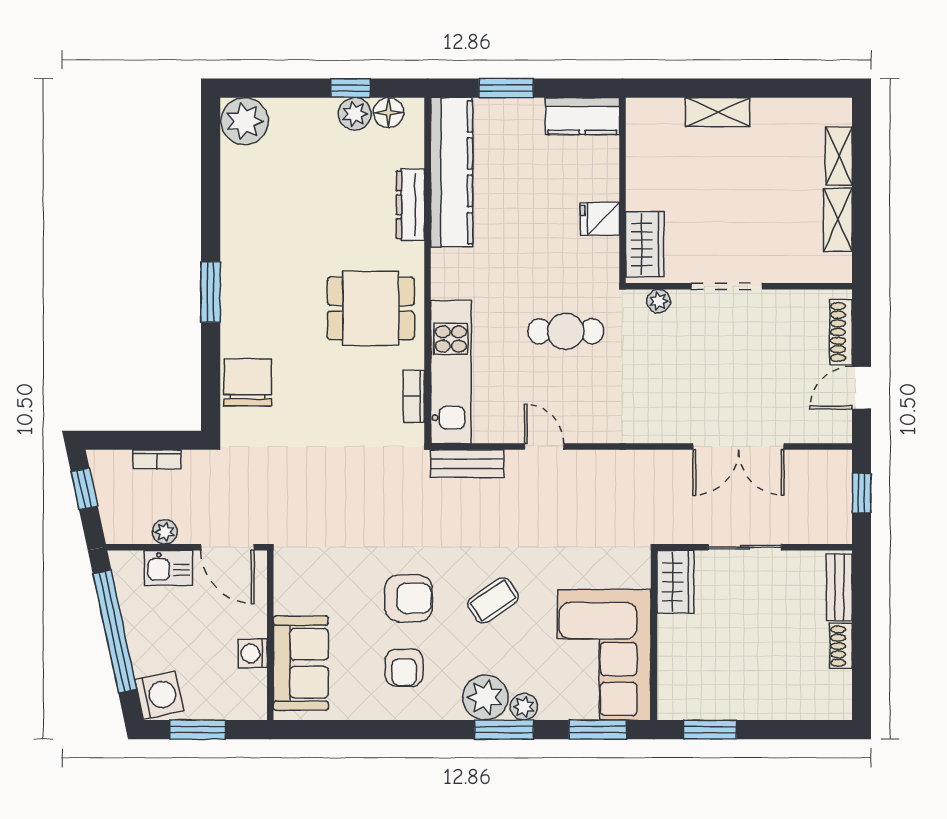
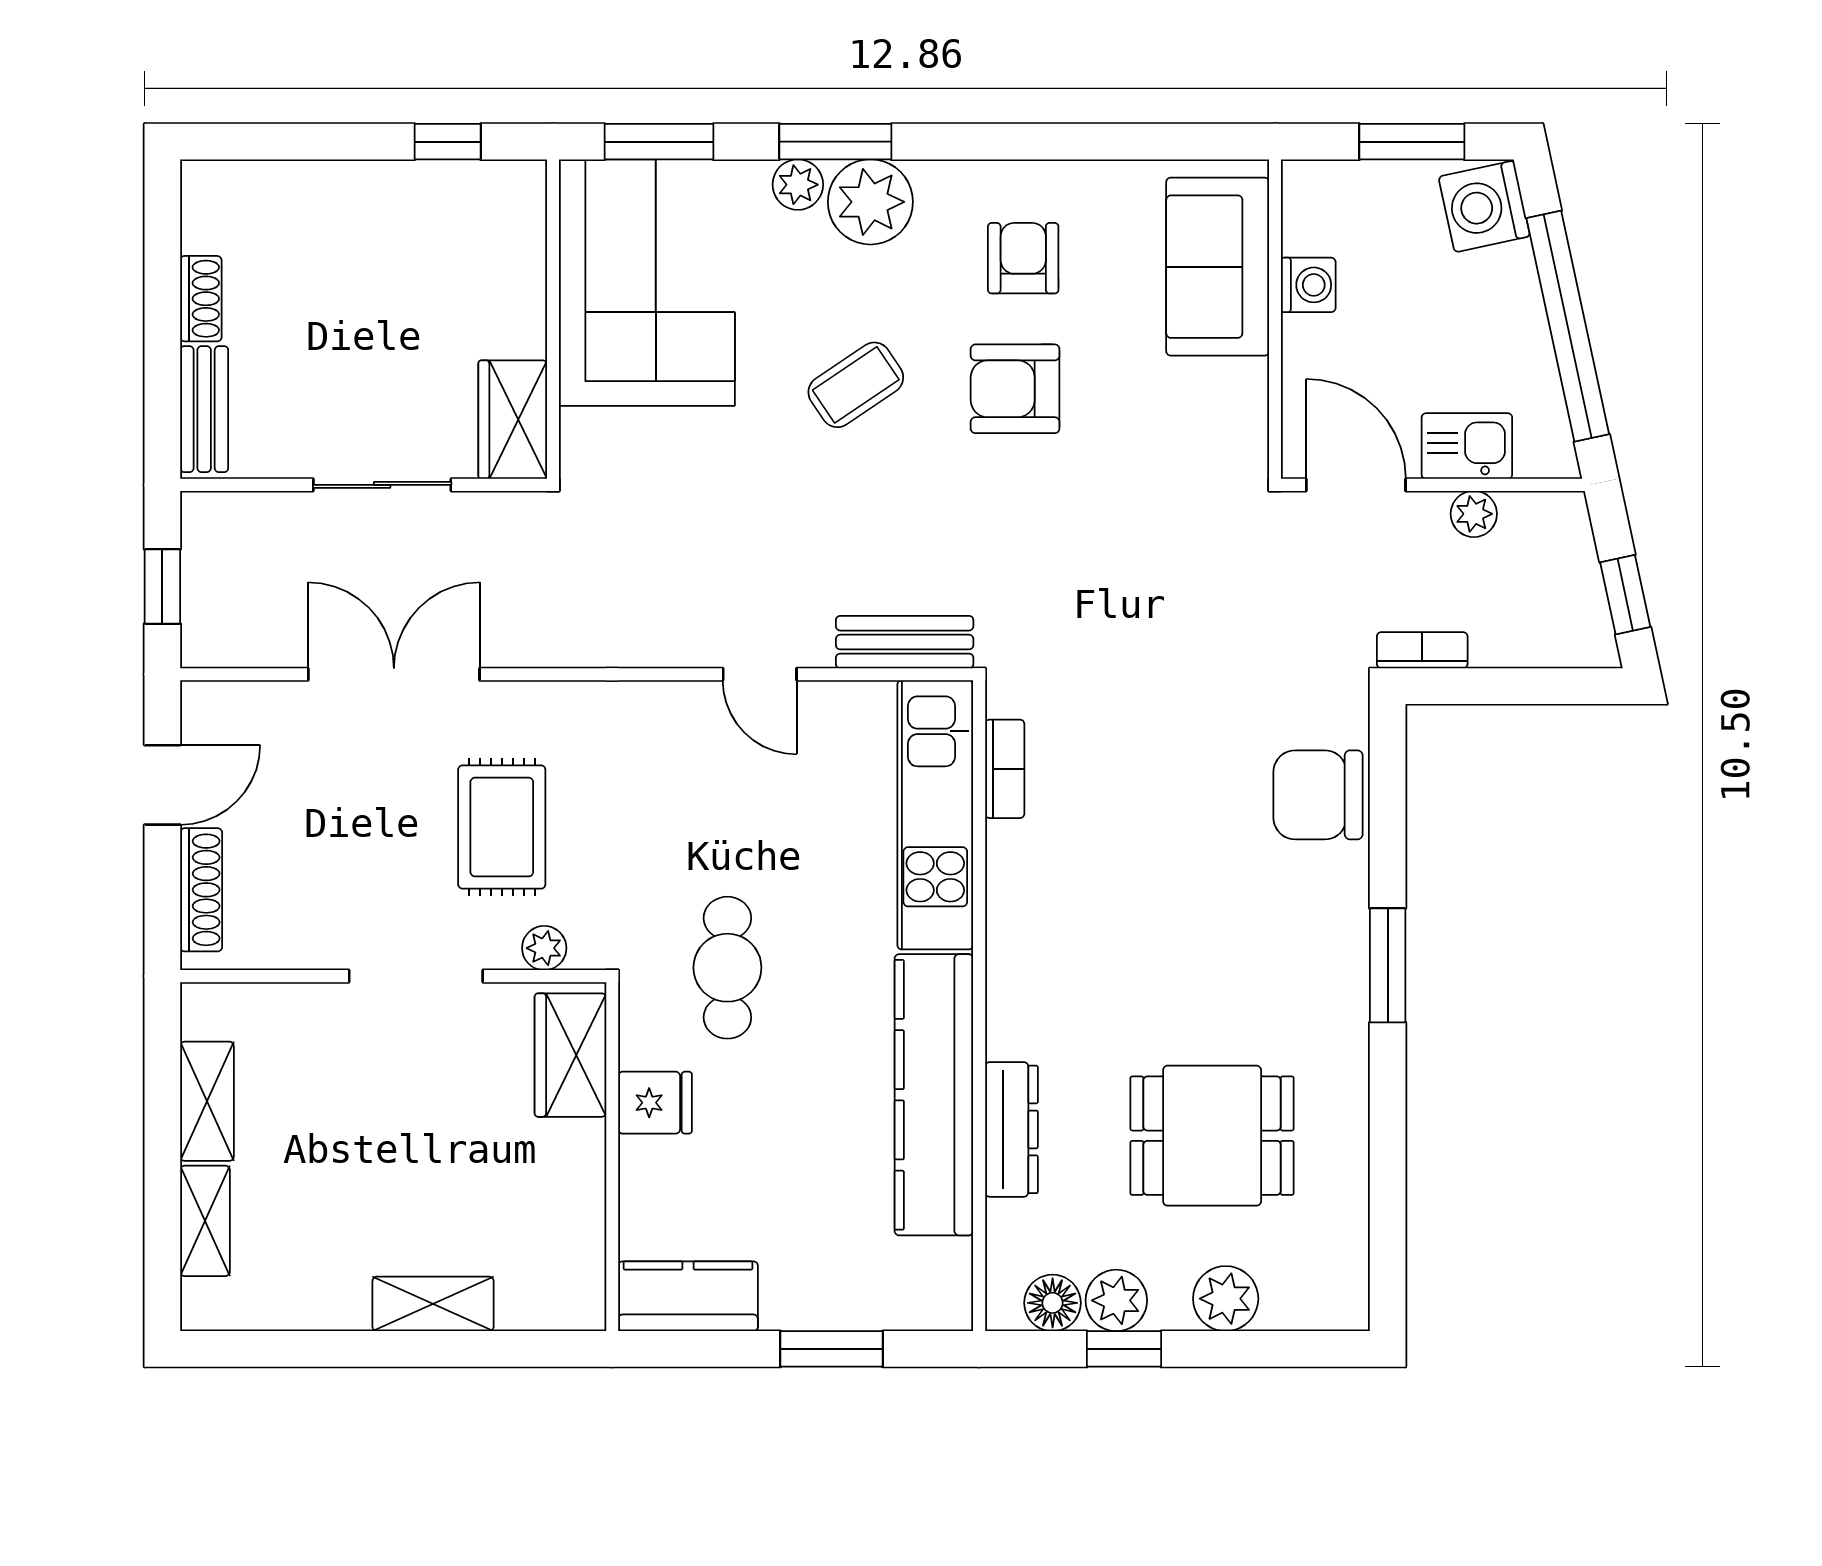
plant: (245, 121) -> (1226, 1299), moved, width x0.73, depth x0.73
kitchen counter: (452, 172) -> (934, 1095), moved
dining table: (371, 308) -> (1212, 1136), moved
cafe table: (566, 331) -> (727, 968), moved, turned 90
rug: (681, 365) -> (502, 827), added
chair: (248, 382) -> (1318, 795), turned 90
bookcase: (157, 459) -> (1422, 650), moved
window: (710, 730) -> (448, 142), width x0.67

